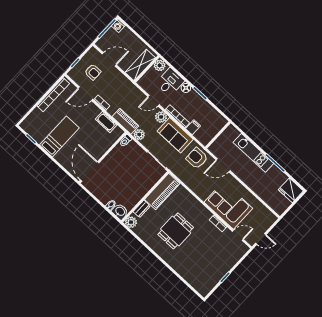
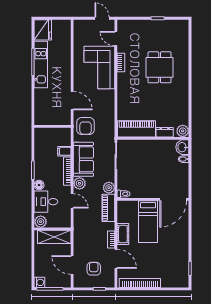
cot: (106, 122) -> (123, 234), moved
bed: (59, 136) -> (148, 222), moved, turned -90
kitchen unit: (253, 153) -> (41, 64), moved
dining table: (176, 231) -> (160, 67), moved, turned 90

